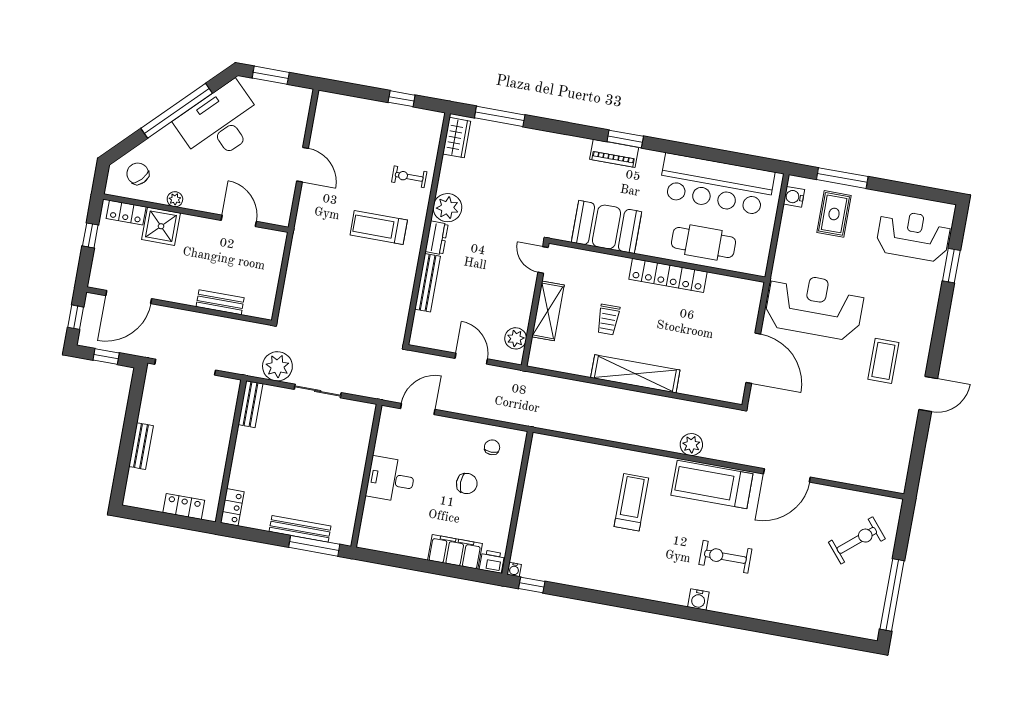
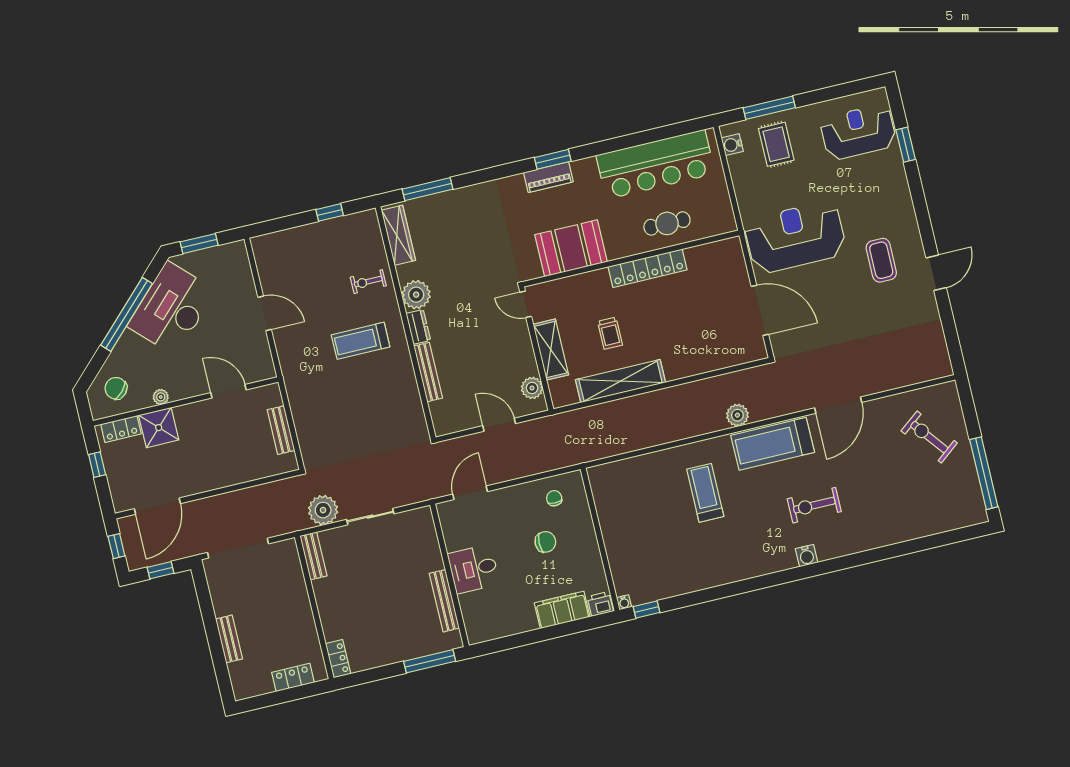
wardrobe: (457, 138) -> (399, 235), width x1.50
cafe table: (703, 243) -> (667, 223), width x0.73, depth x0.74
bench: (220, 302) -> (281, 430), moved, turned 90
shelving: (635, 374) -> (621, 381), moved
bench: (300, 529) -> (444, 601), moved, turned 90
exercise bike: (857, 540) -> (929, 437), turned -88

